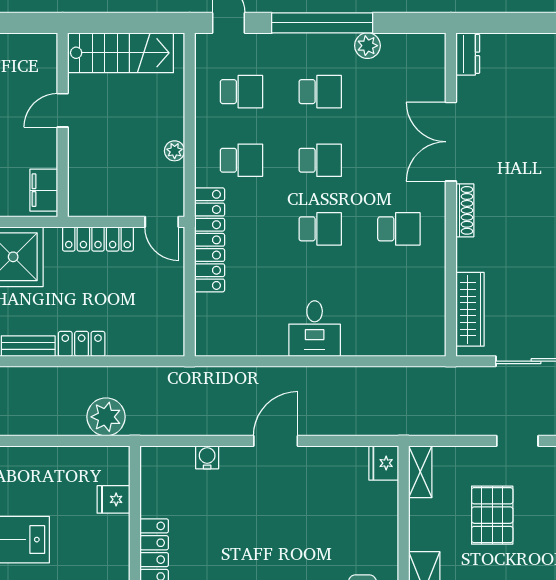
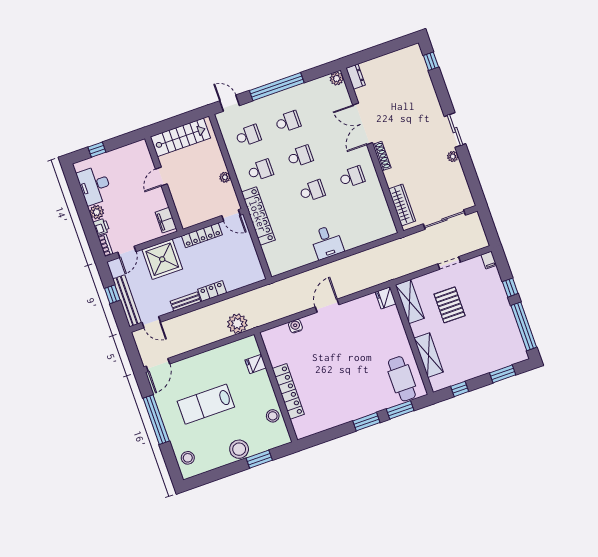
plant: (367, 46) -> (337, 79), moved
shelving: (420, 472) -> (410, 302), width x1.50, depth x1.33

